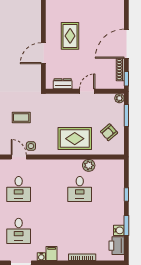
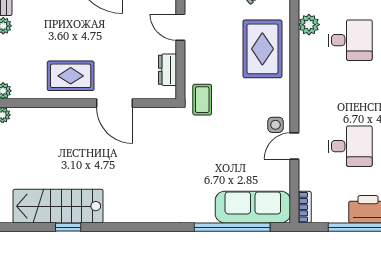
rug: (70, 36) -> (71, 76), moved
coffee table: (21, 118) -> (202, 100), moved

